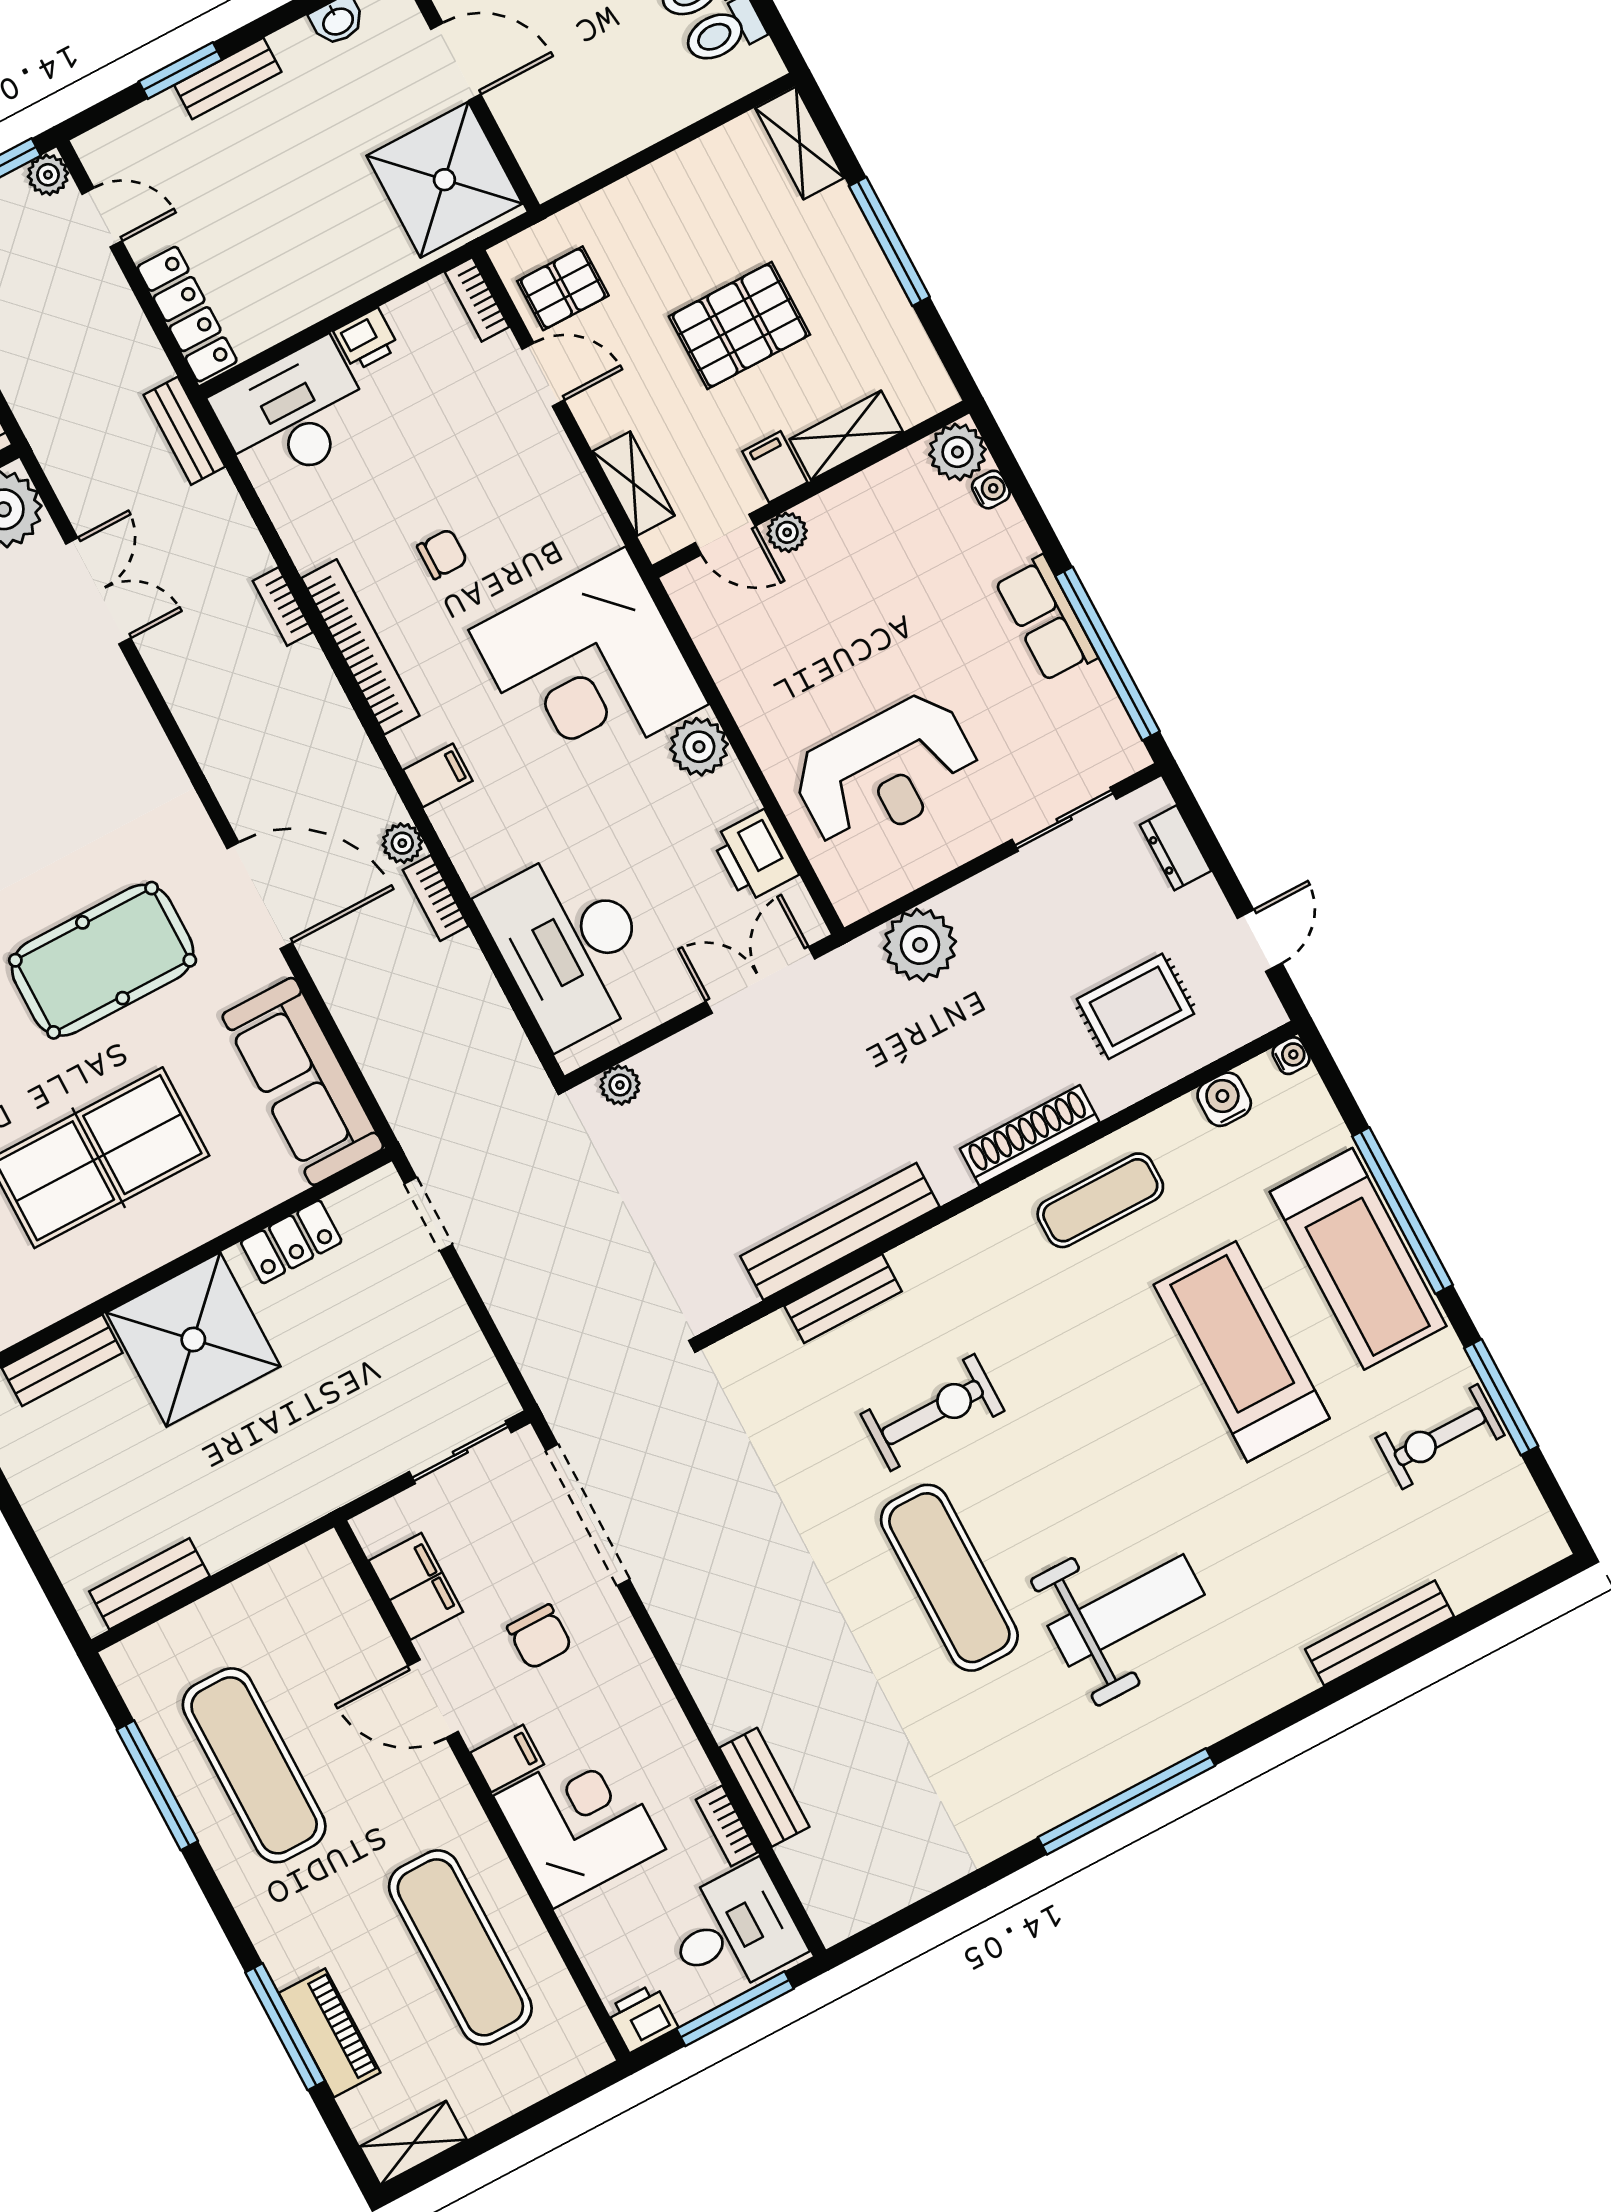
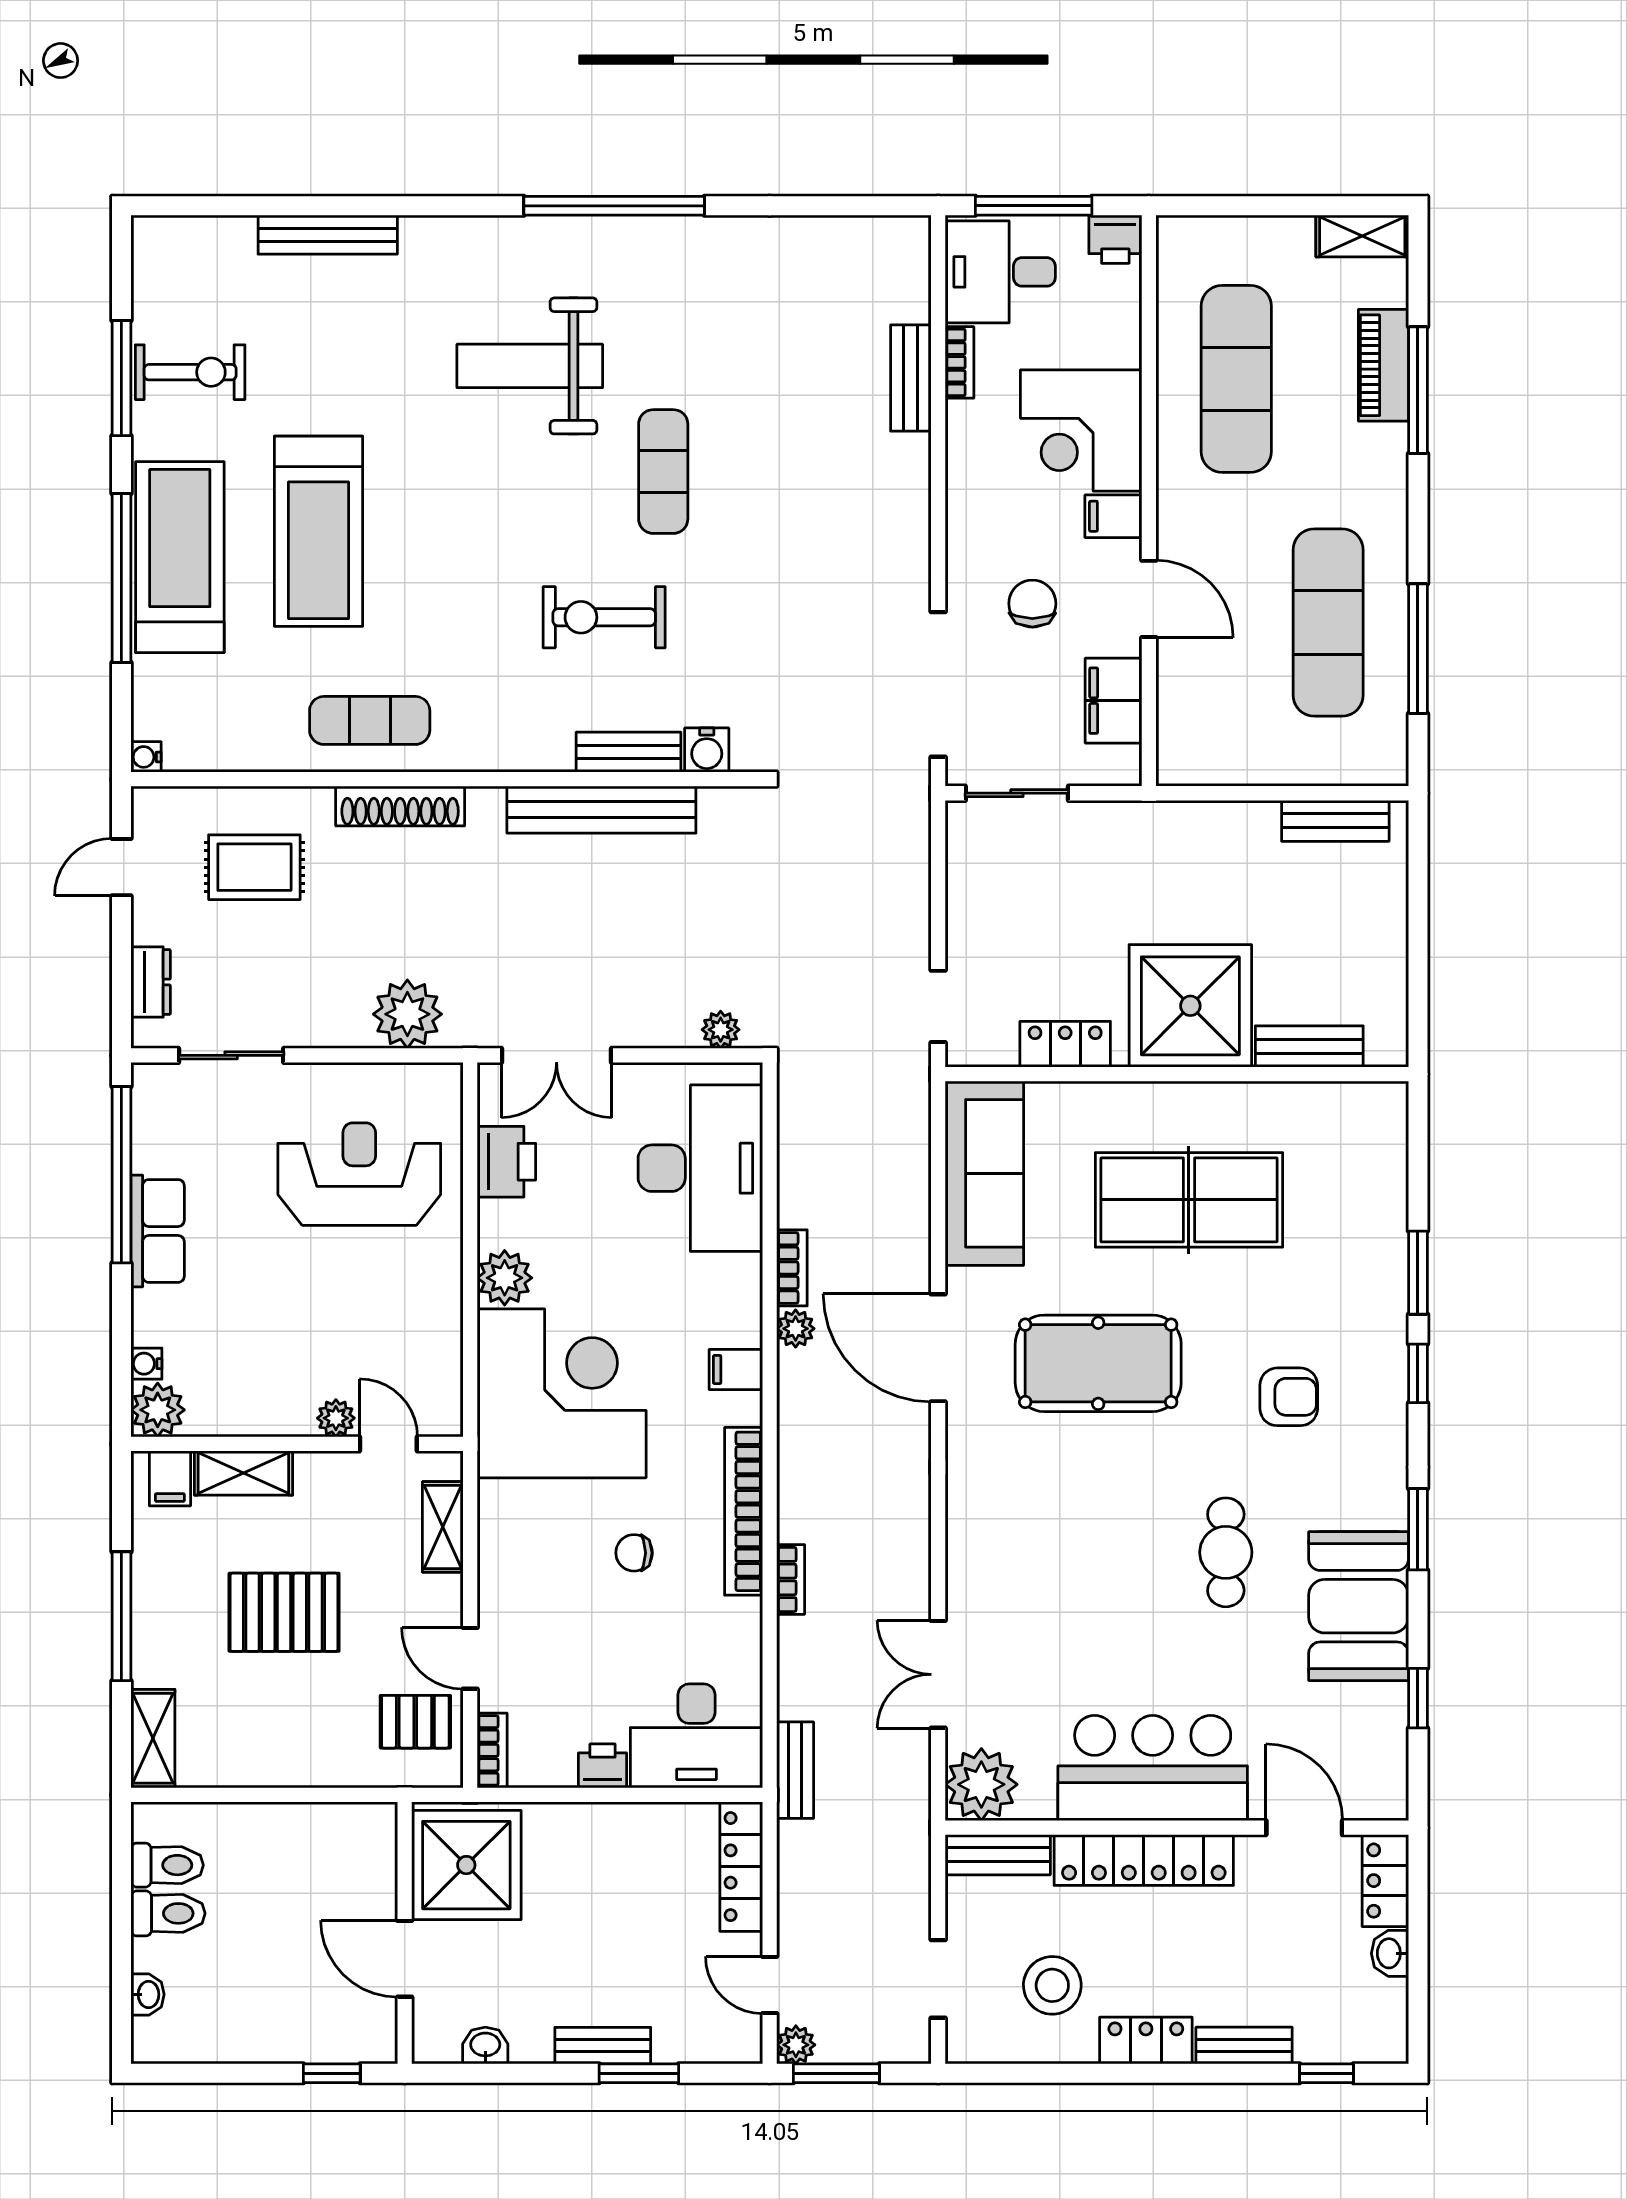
filing cabinet: (775, 467) -> (170, 1478), moved
water cooler: (1224, 1099) -> (707, 750), moved
exercise mat: (949, 1578) -> (663, 472), width x0.73, depth x0.69

